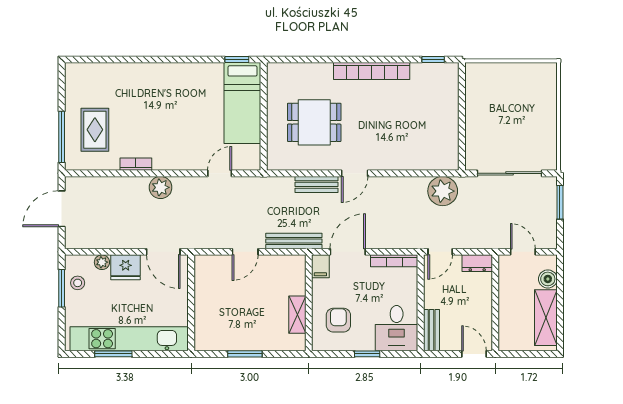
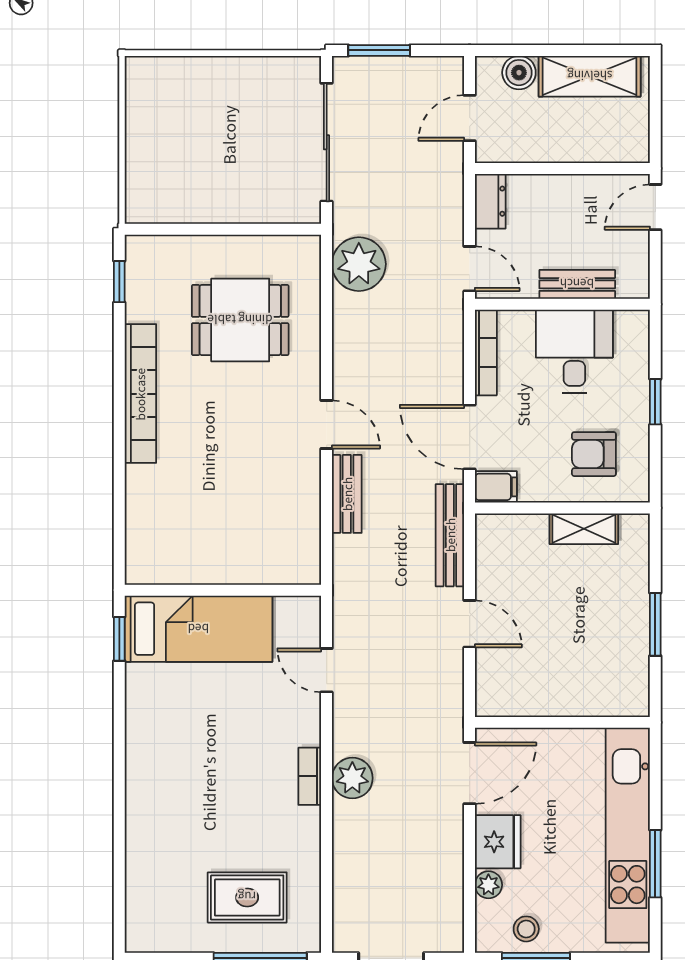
dining table: (314, 122) -> (240, 320), moved, turned 90
bookcase: (136, 164) -> (310, 776), moved
desk: (397, 328) -> (574, 351), moved, turned -90
bench: (432, 330) -> (577, 284), moved

